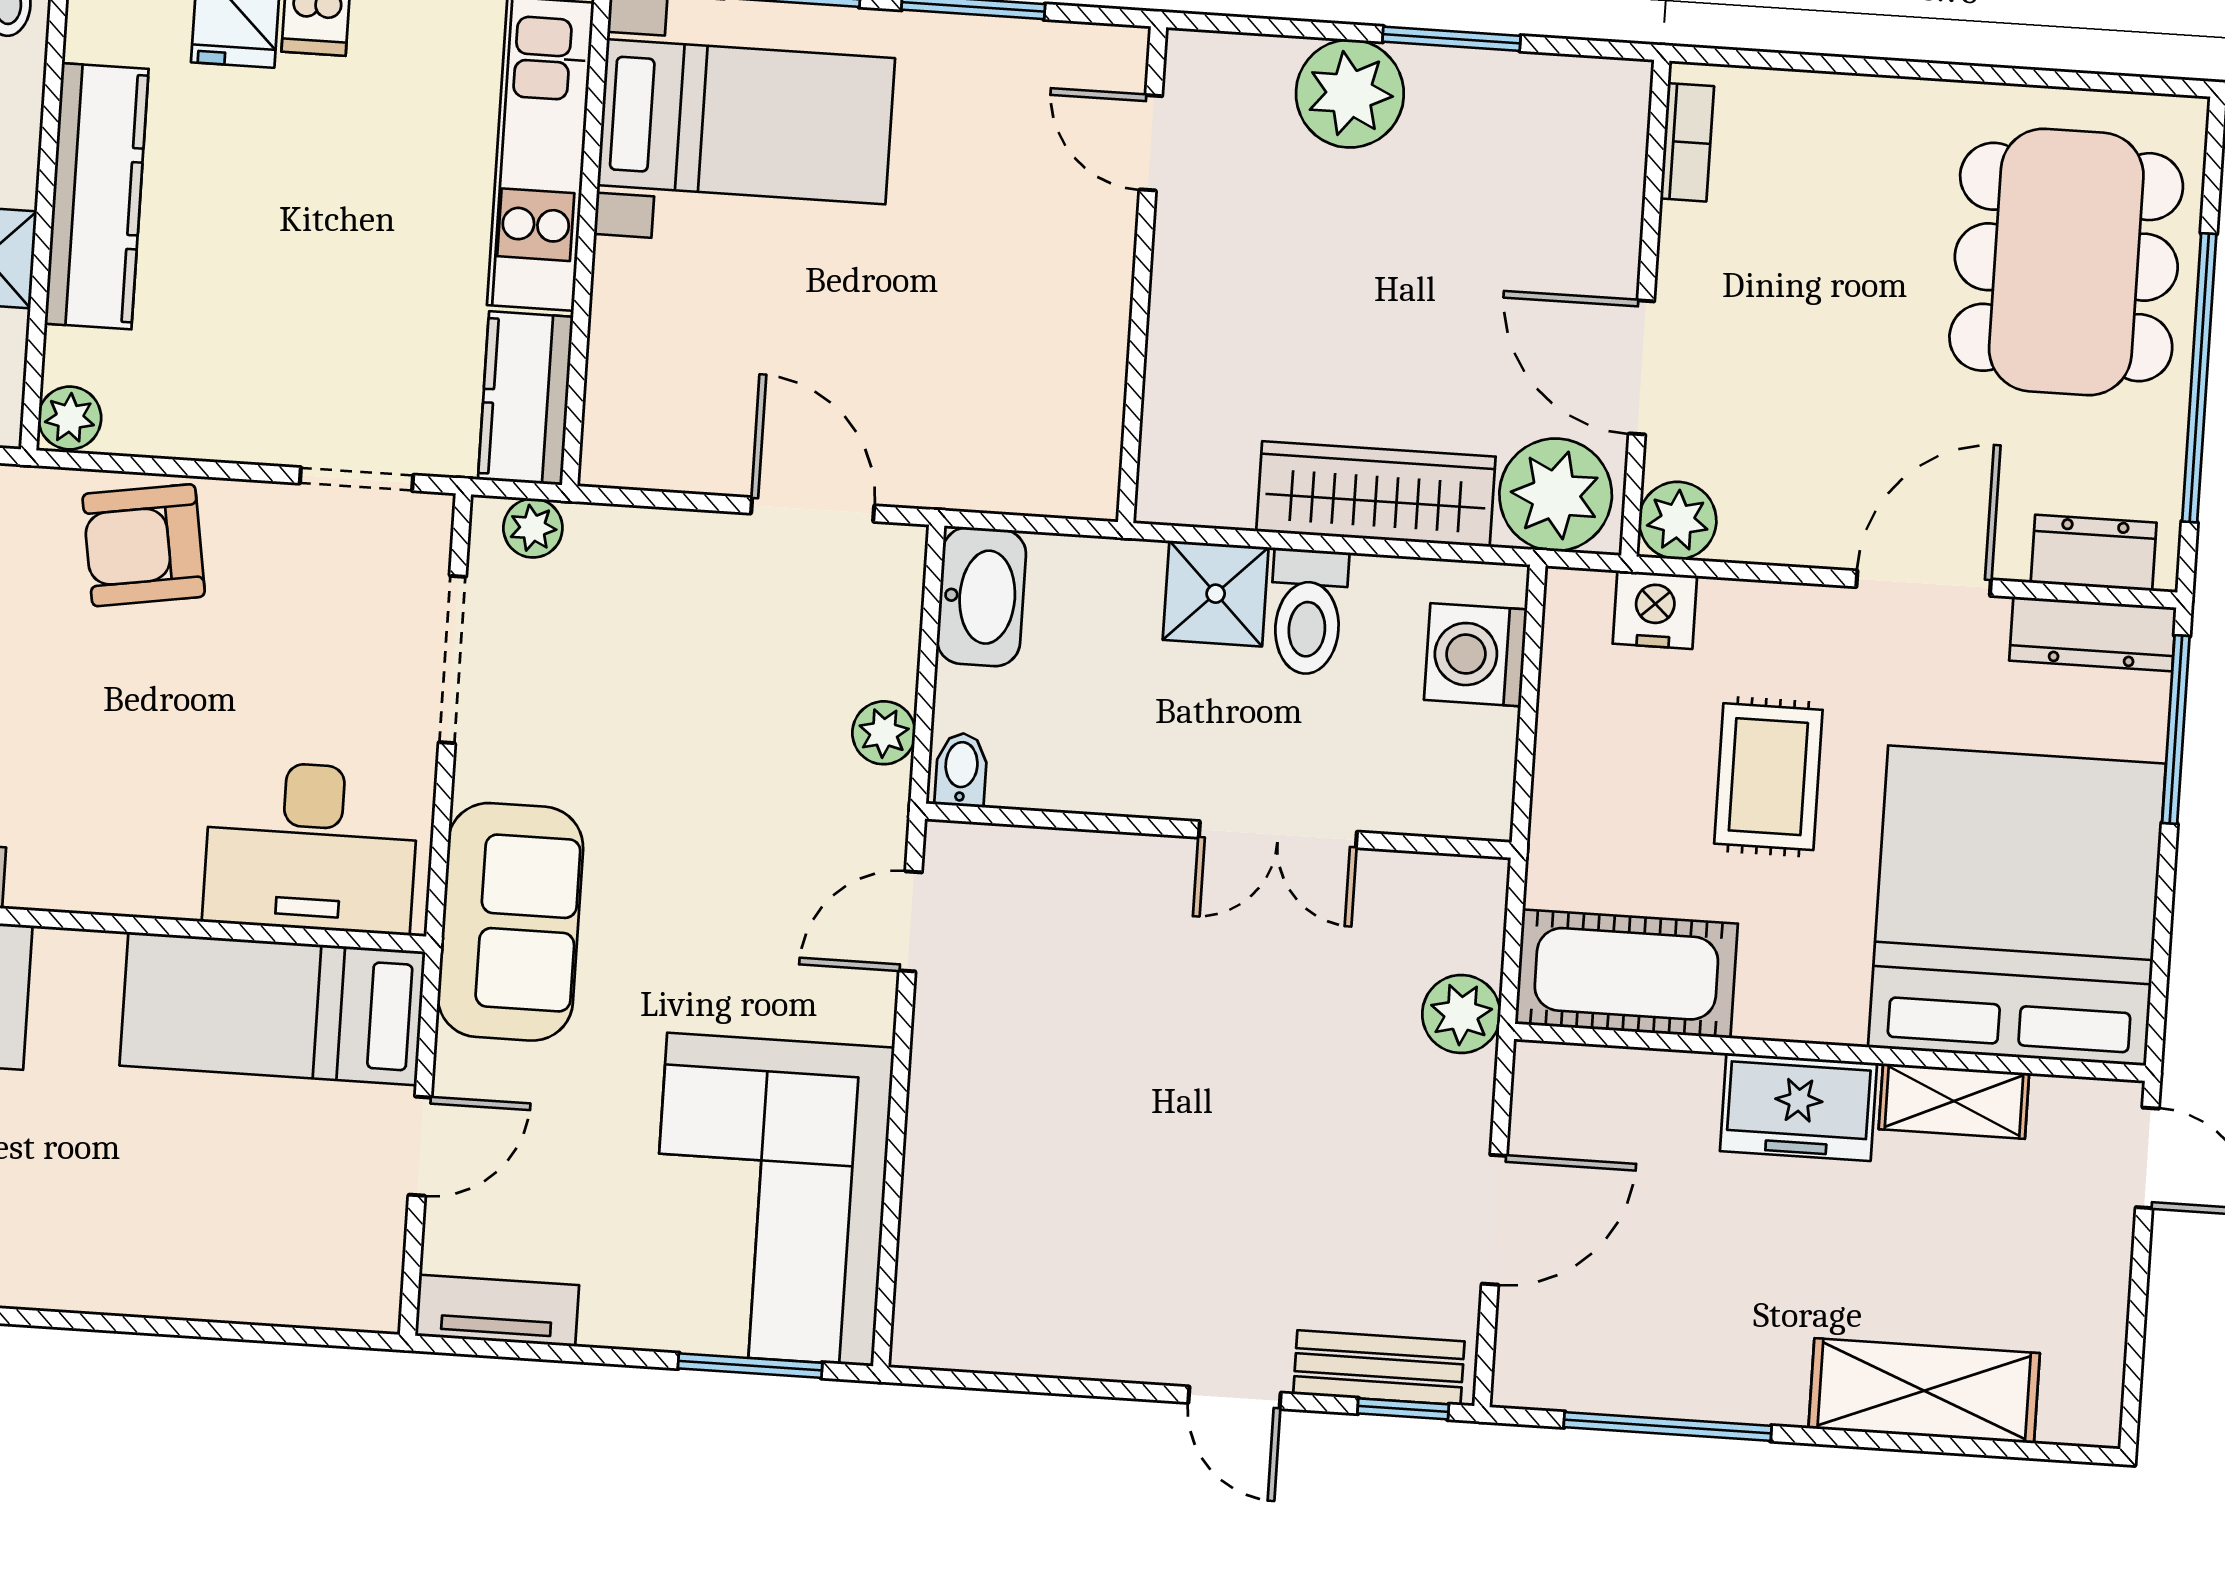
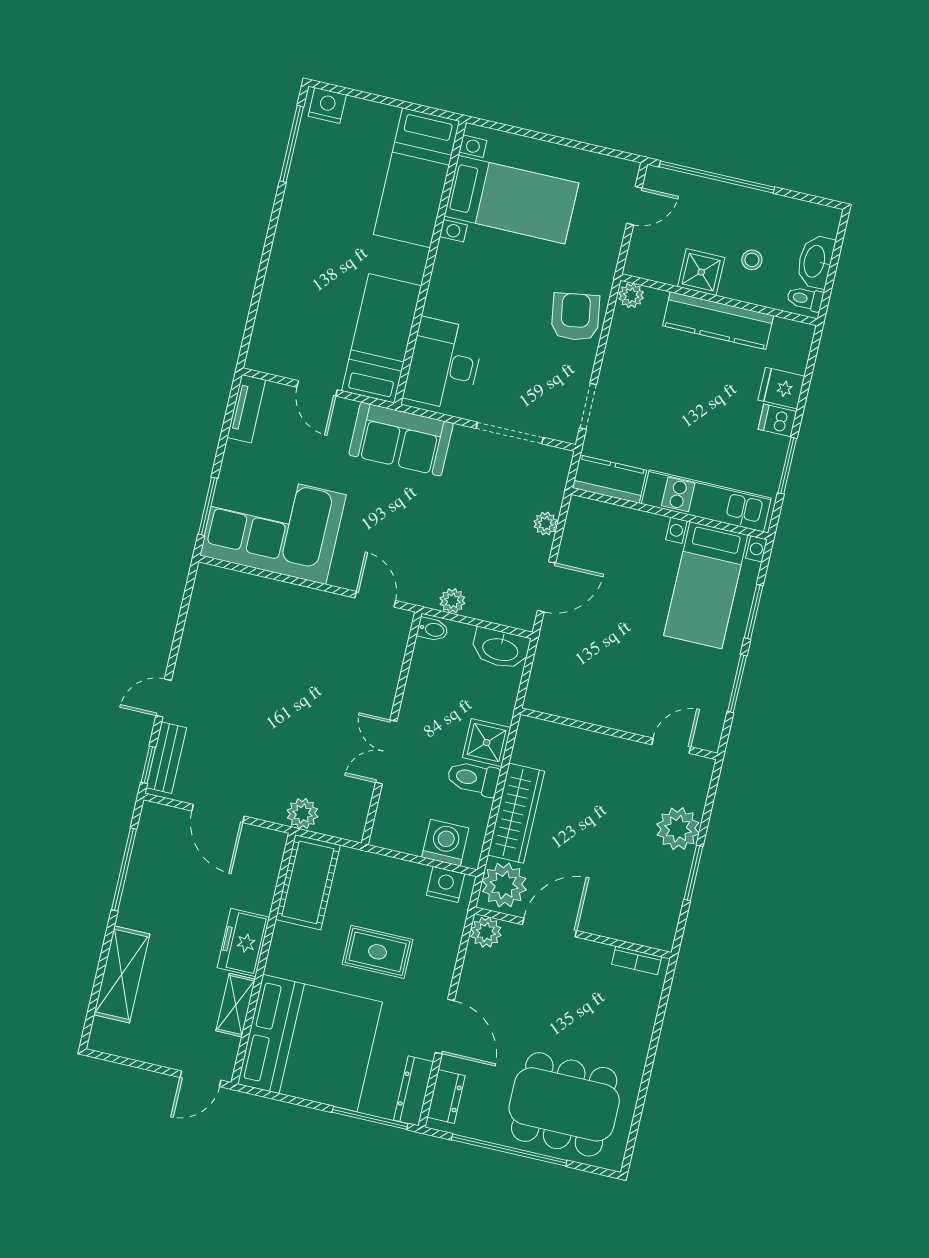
plant: (533, 528) -> (546, 524), moved
nightstand: (1655, 610) -> (445, 884), moved, turned -90

